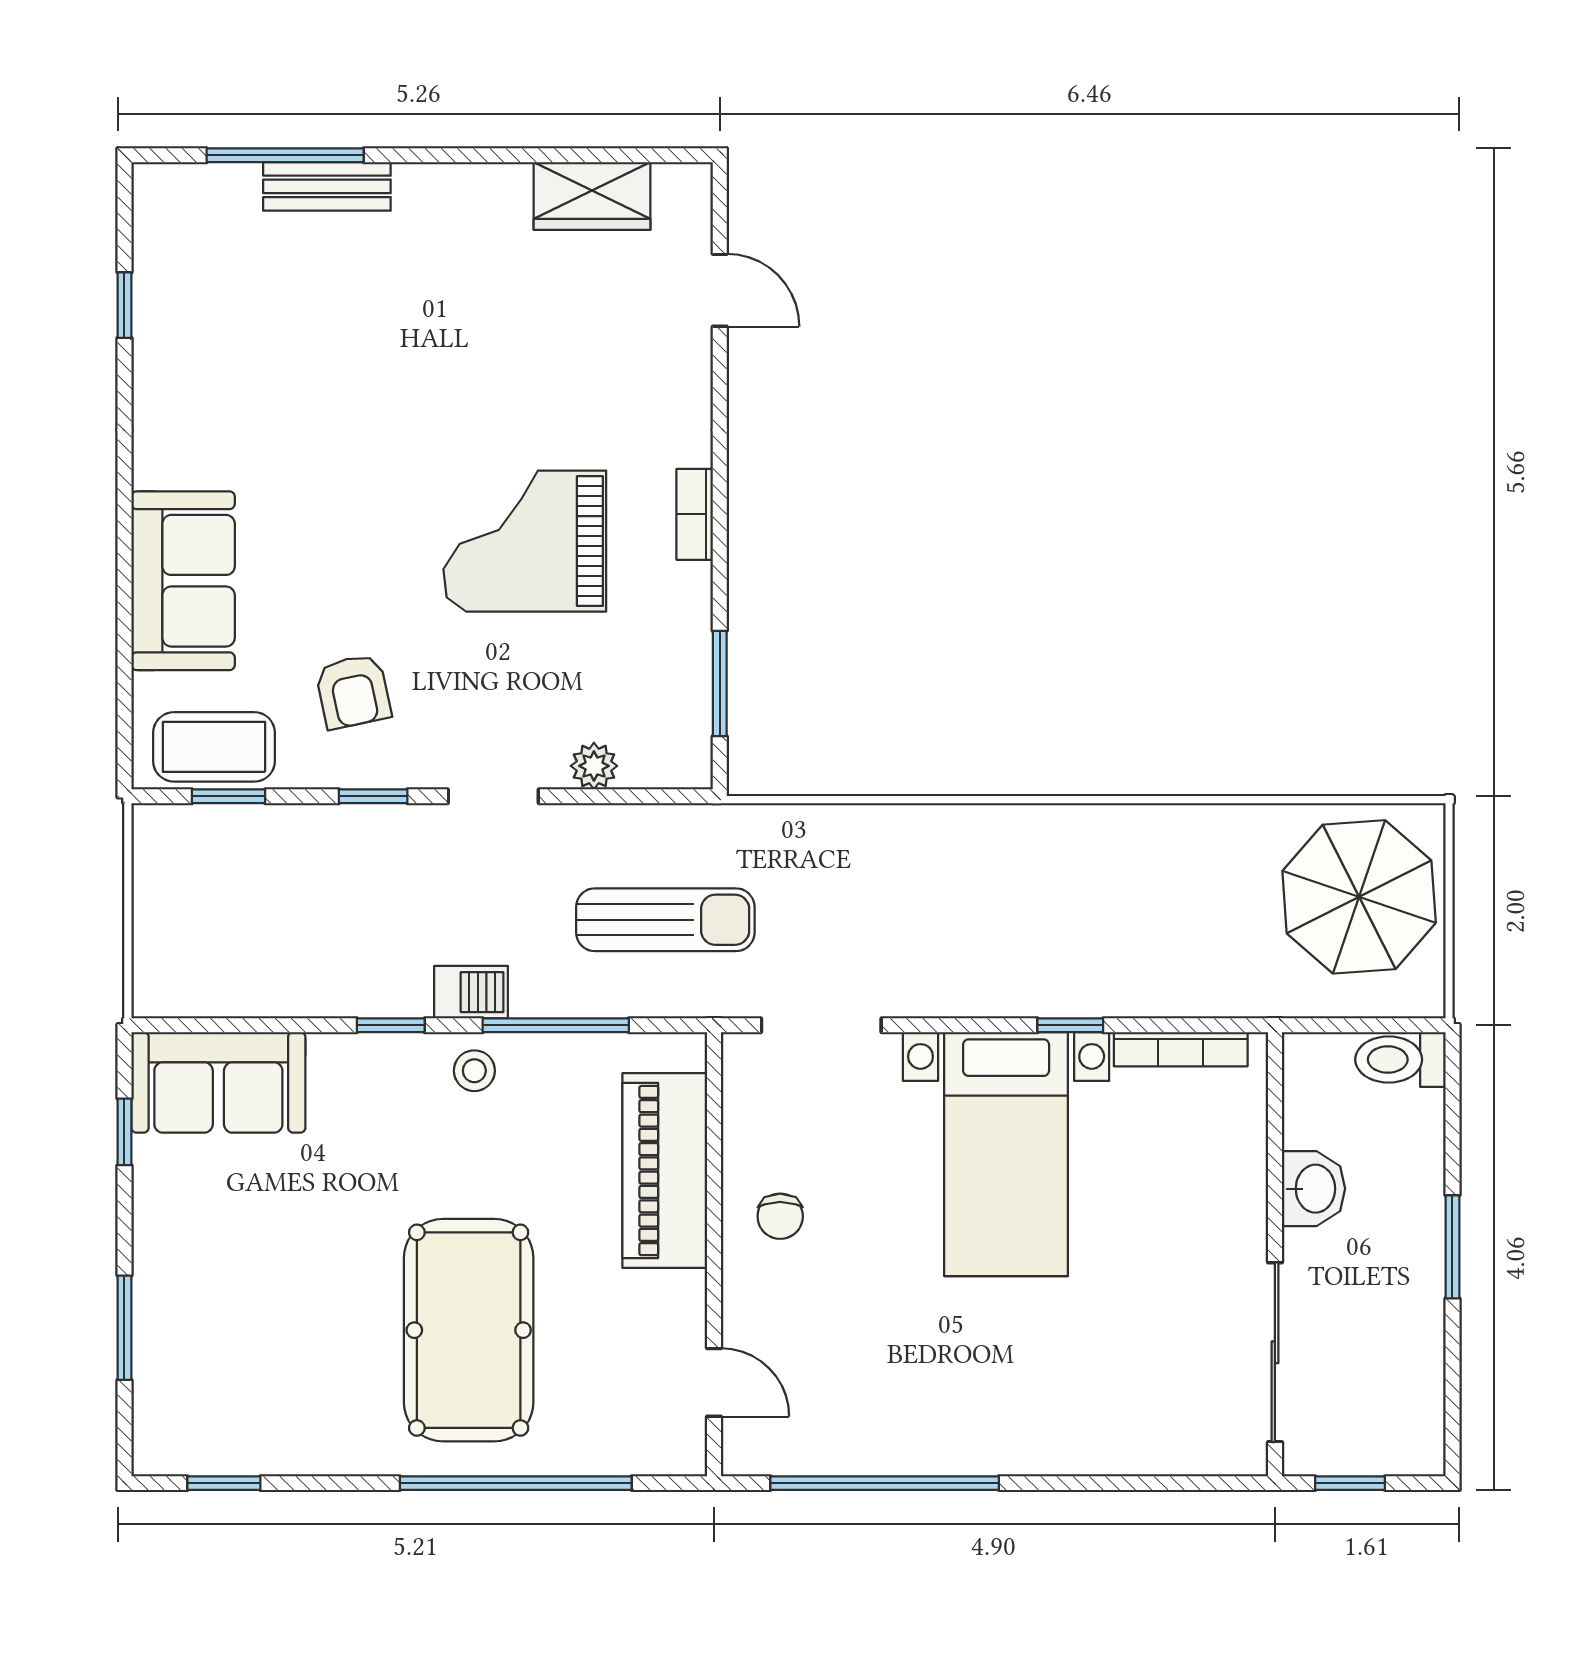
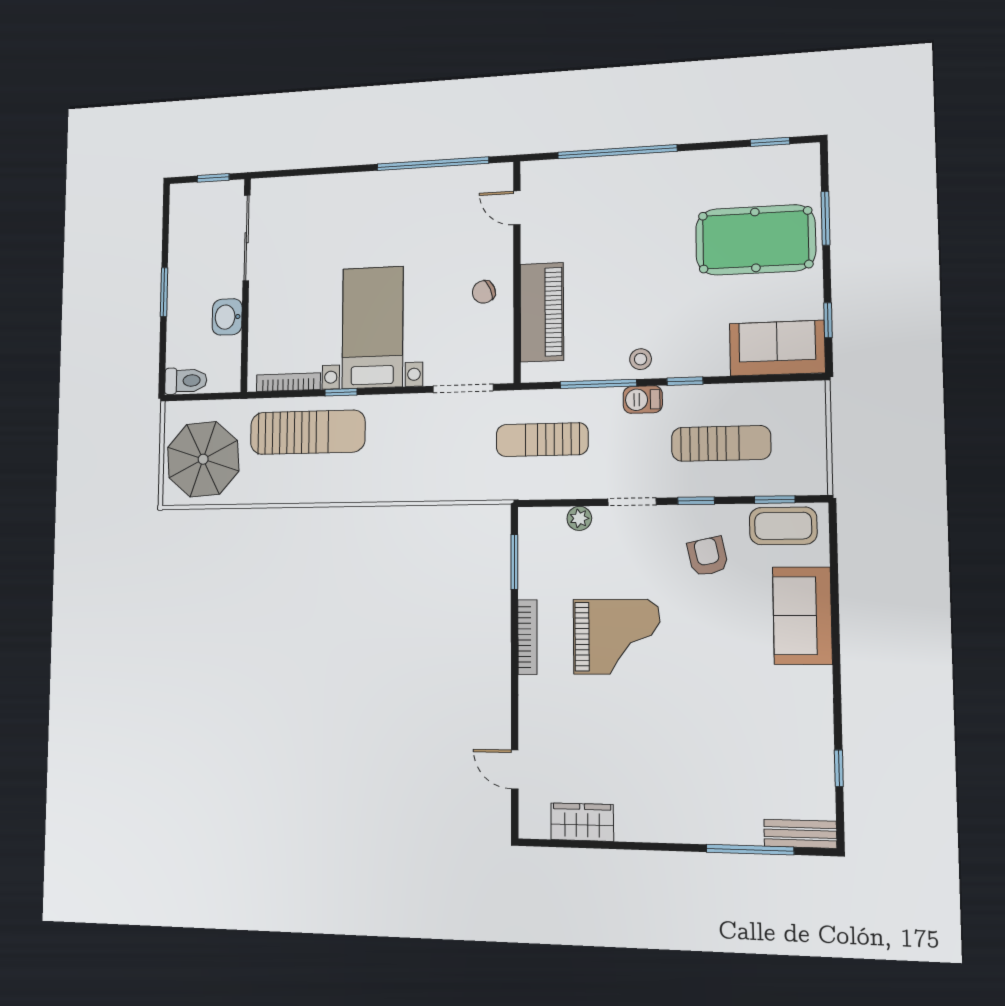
bench: (327, 186) -> (800, 834), moved
bookcase: (695, 514) -> (527, 637), width x1.56
sun lounger: (325, 904) -> (721, 443), added
sun lounger: (1139, 946) -> (308, 432), added
chair: (780, 1216) -> (484, 292), turned -113
pool table: (469, 1330) -> (755, 240), moved, turned 90

